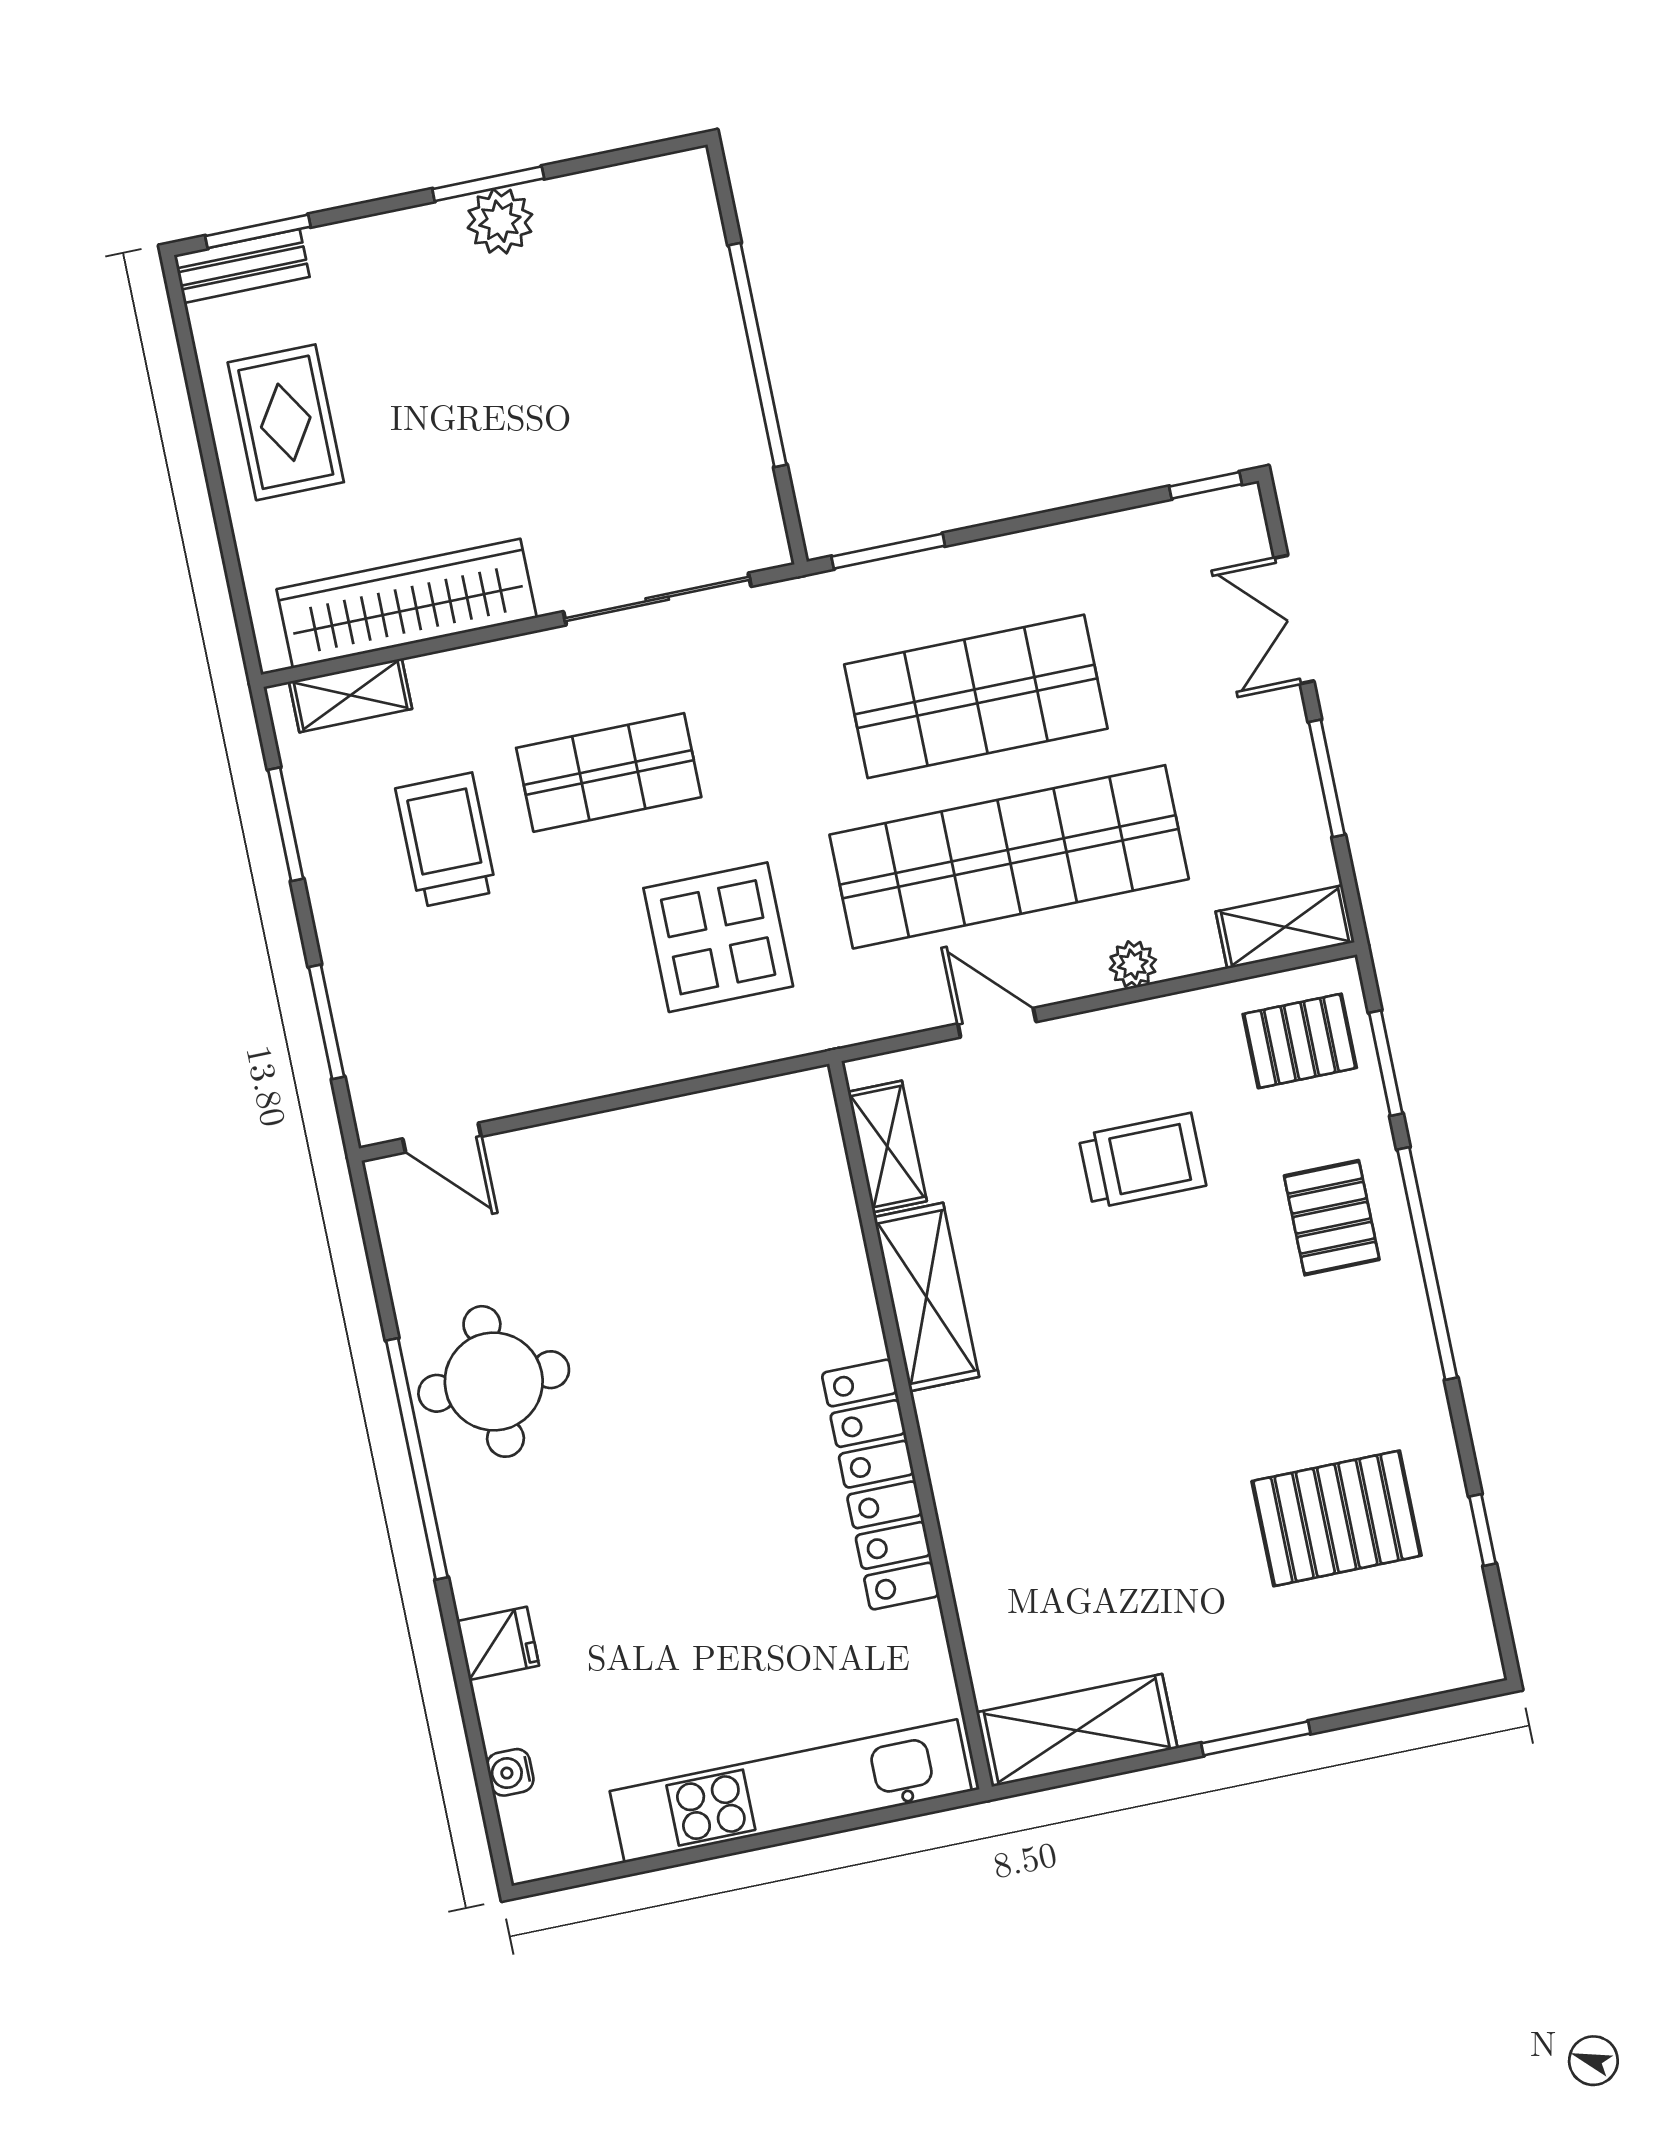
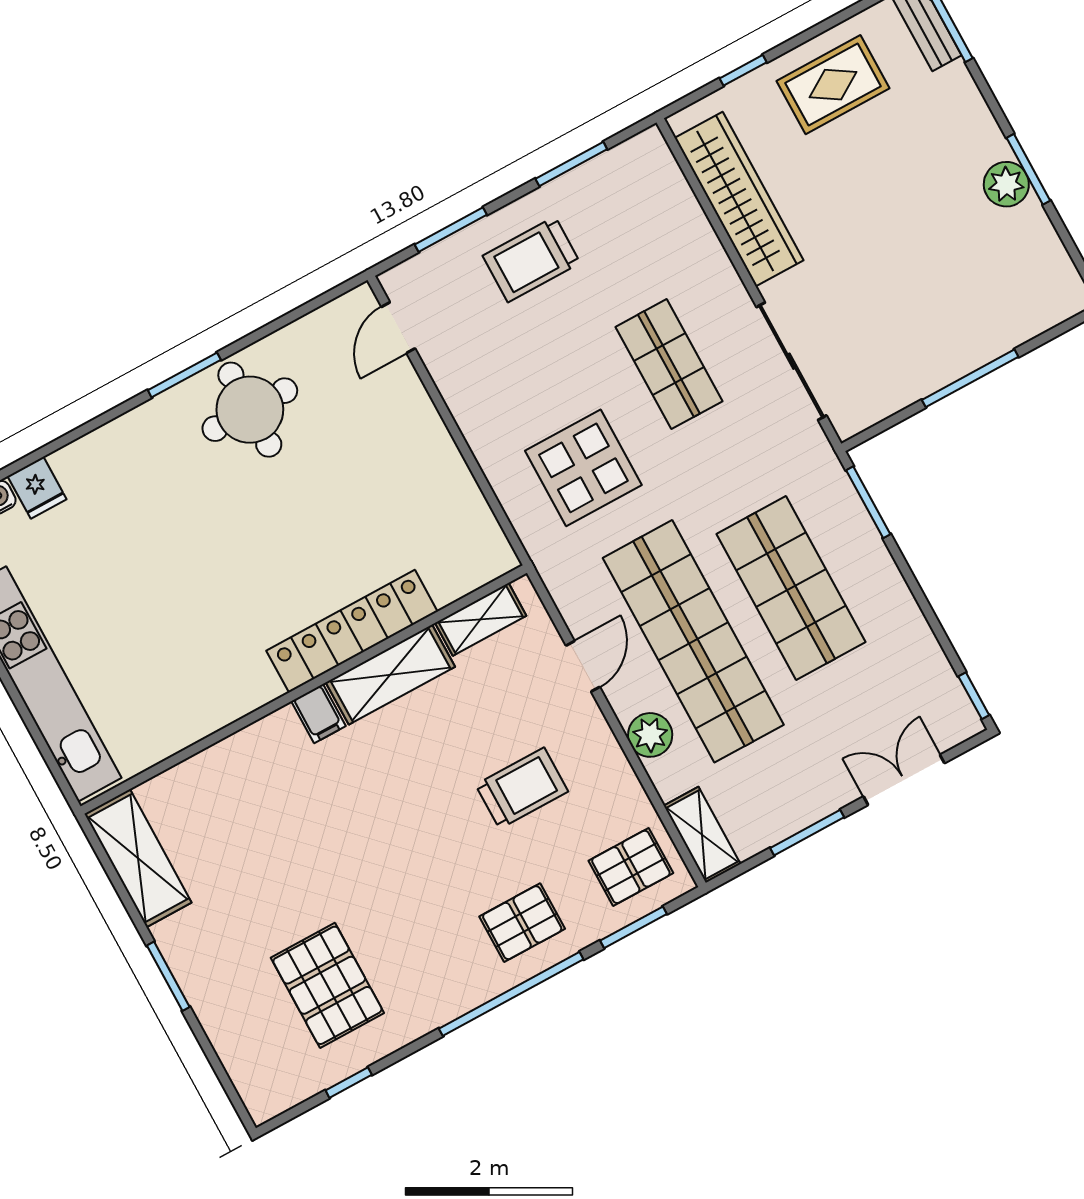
window: (758, 355) -> (970, 378), width x0.68
window: (227, 543) -> (743, 70), added
shelving: (350, 695) -> (668, 181), removed
trolley: (446, 840) -> (531, 259), moved, turned 180
plant: (1133, 964) -> (650, 735), width x1.38, depth x1.38
pallet: (1300, 1041) -> (631, 867), turned 90
trolley: (1142, 1161) -> (522, 788), turned -90
filing cabinet: (951, 1415) -> (318, 714), added
window: (417, 1459) -> (184, 375), width x0.47
locker: (880, 1484) -> (352, 631), moved
fridge: (498, 1643) -> (37, 488), moved

